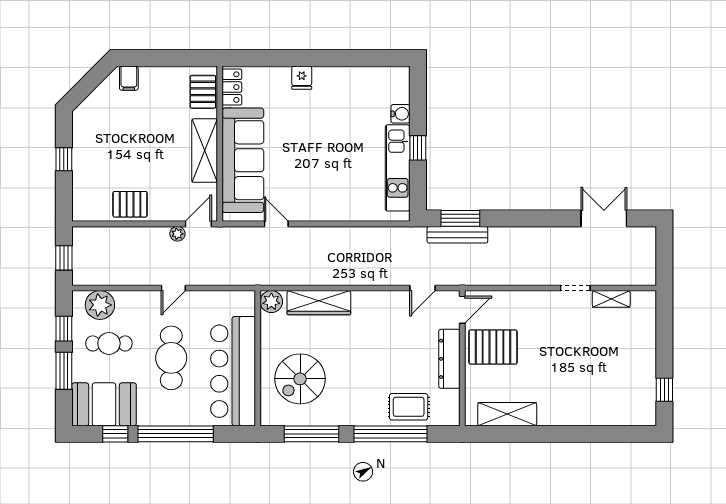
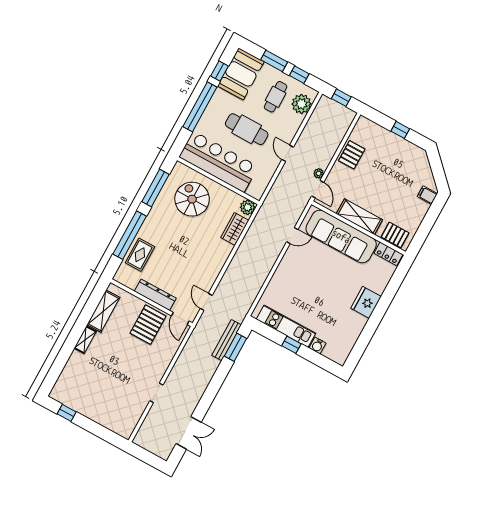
fridge: (302, 78) -> (366, 302), width x1.88, depth x1.34
shelving: (611, 299) -> (85, 340), moved
wardrobe: (319, 303) -> (235, 229), width x0.67

